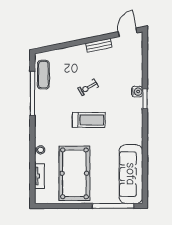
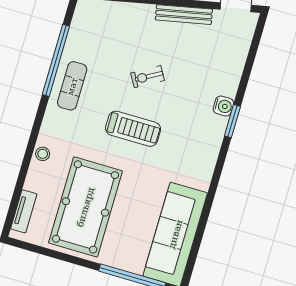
bench: (99, 45) -> (184, 15), width x1.36
exercise mat: (43, 75) -> (72, 86), moved
tv unit: (39, 176) -> (24, 211), moved

